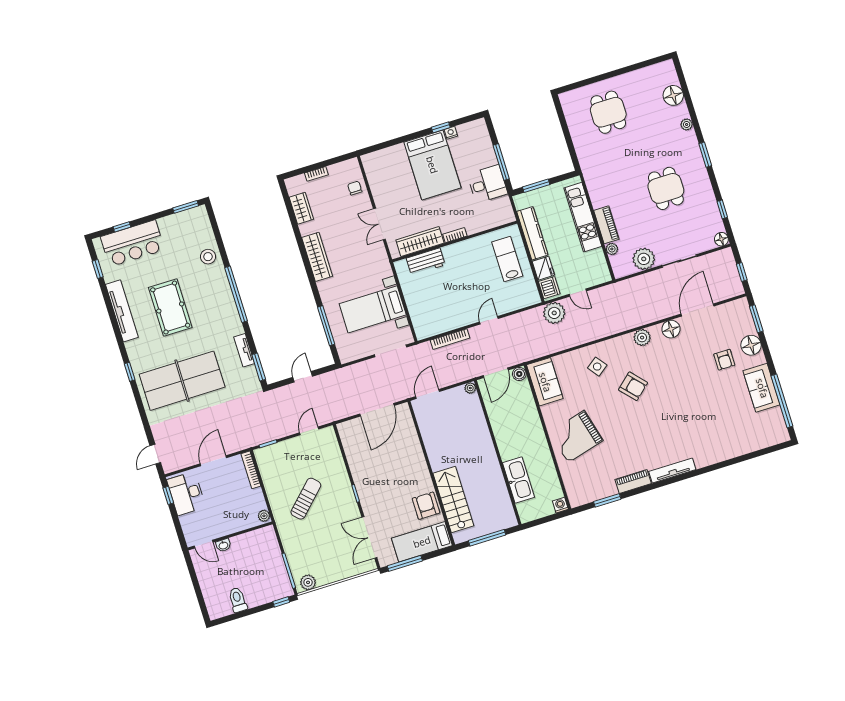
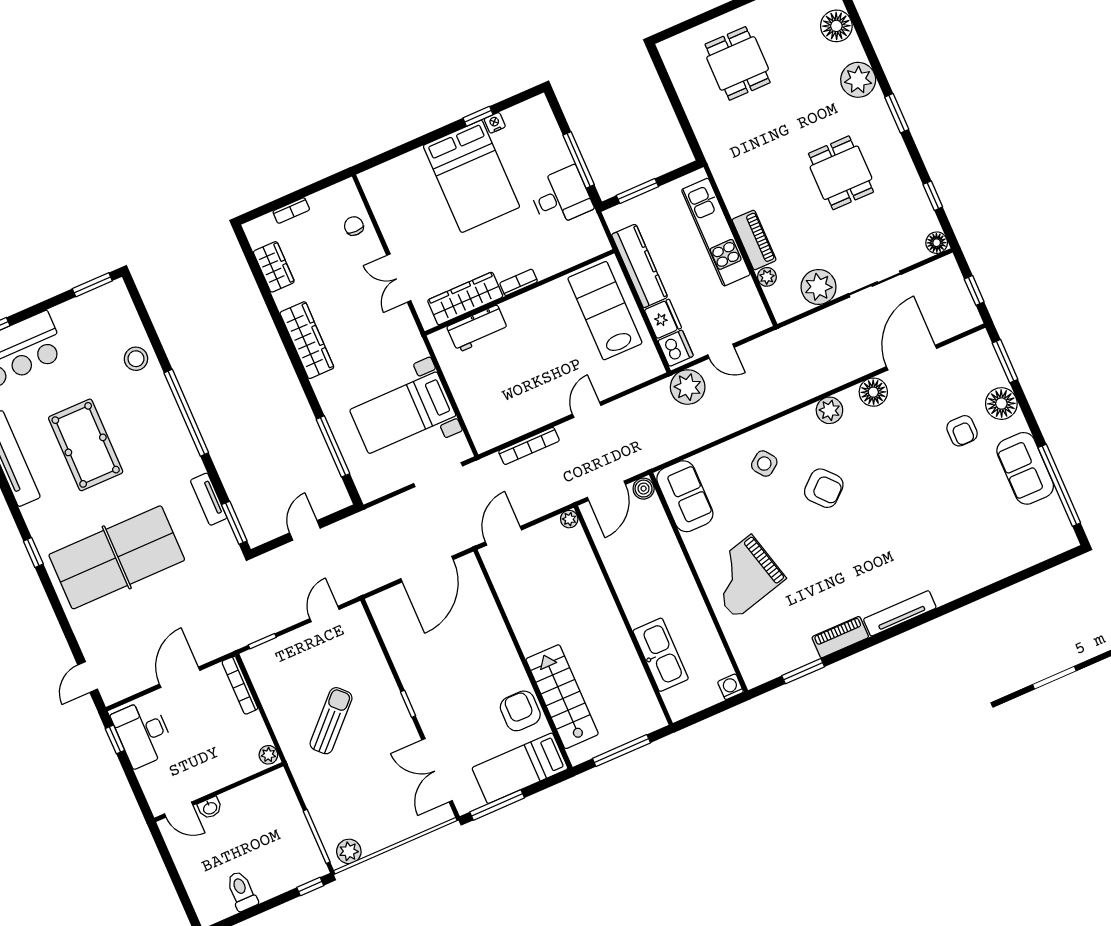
plant: (687, 124) -> (858, 80), width x1.87, depth x1.87
lab bench: (507, 259) -> (605, 311), width x1.36, depth x1.39

